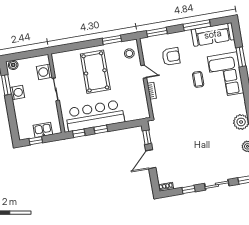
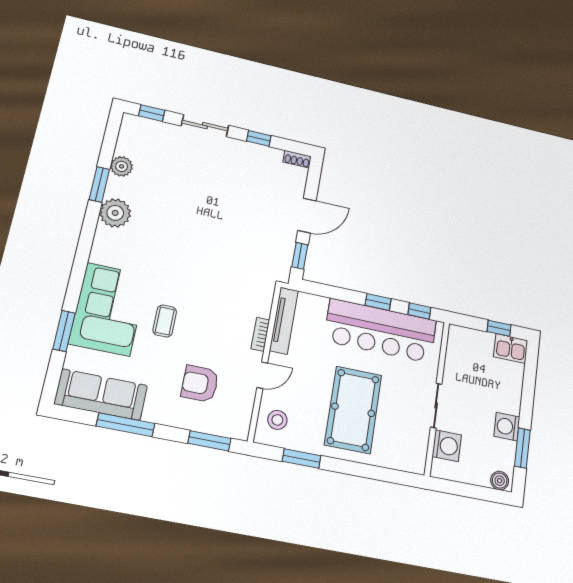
door: (144, 72) -> (262, 375), swing flipped
tv unit: (143, 102) -> (284, 321), added
kitchen sink: (43, 130) -> (511, 349), moved

